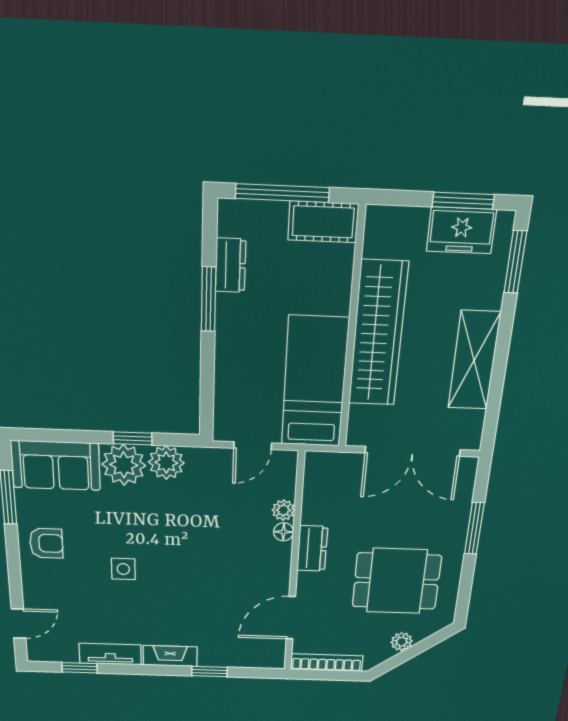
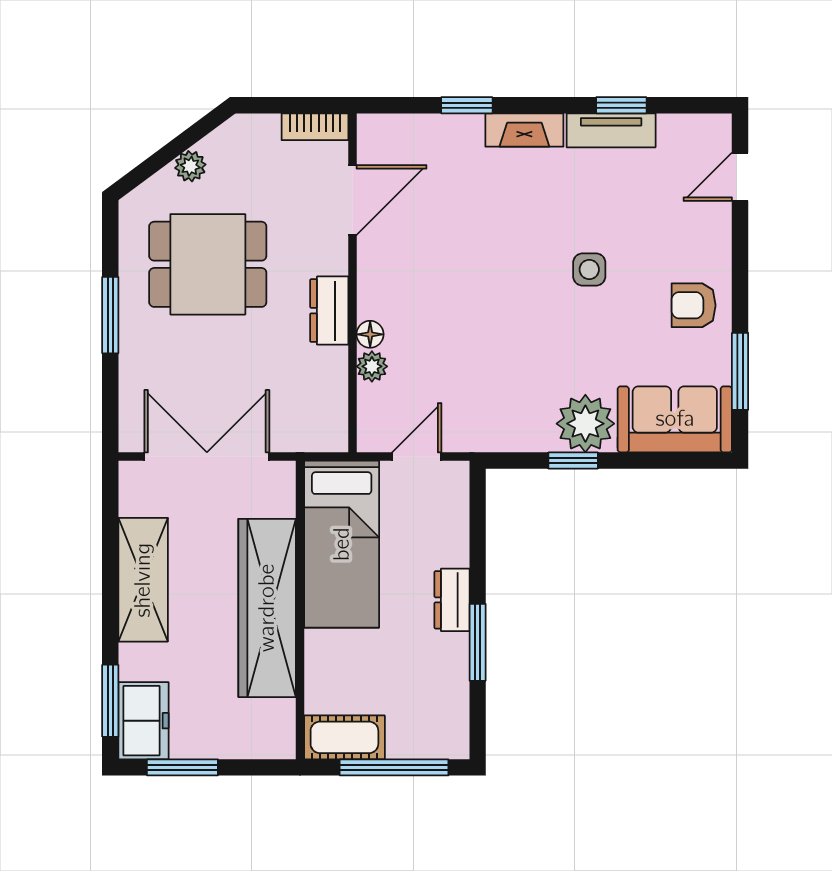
freezer: (461, 230) -> (143, 721), moved, turned 90
dresser: (231, 265) -> (452, 600), moved
plant: (166, 463) -> (529, 429), removed
window: (474, 528) -> (110, 315), moved
bookcase: (327, 663) -> (315, 127), width x0.64
window: (80, 668) -> (621, 105), moved

